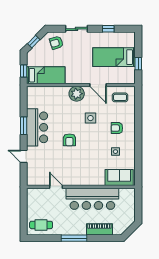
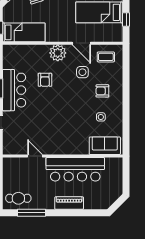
side table: (90, 118) -> (82, 72), moved
armchair: (69, 140) -> (45, 80), moved
piano: (99, 229) -> (69, 203), moved
window: (74, 238) -> (31, 213), moved

